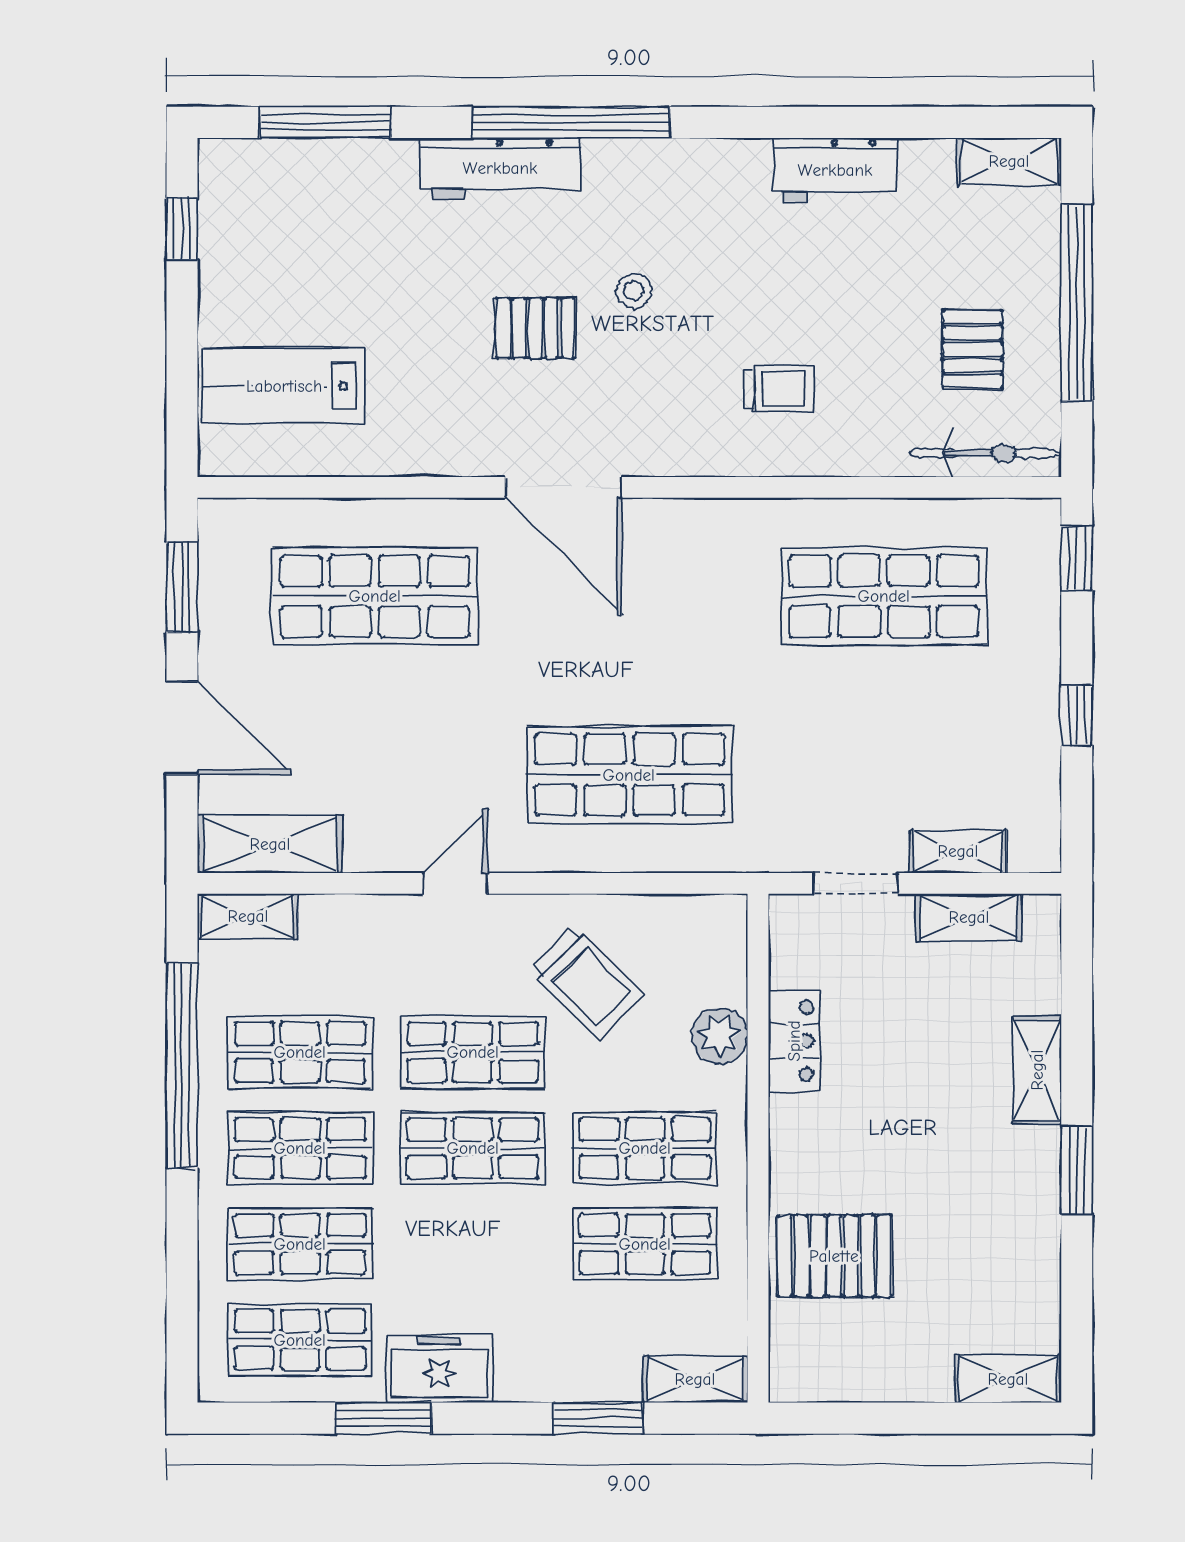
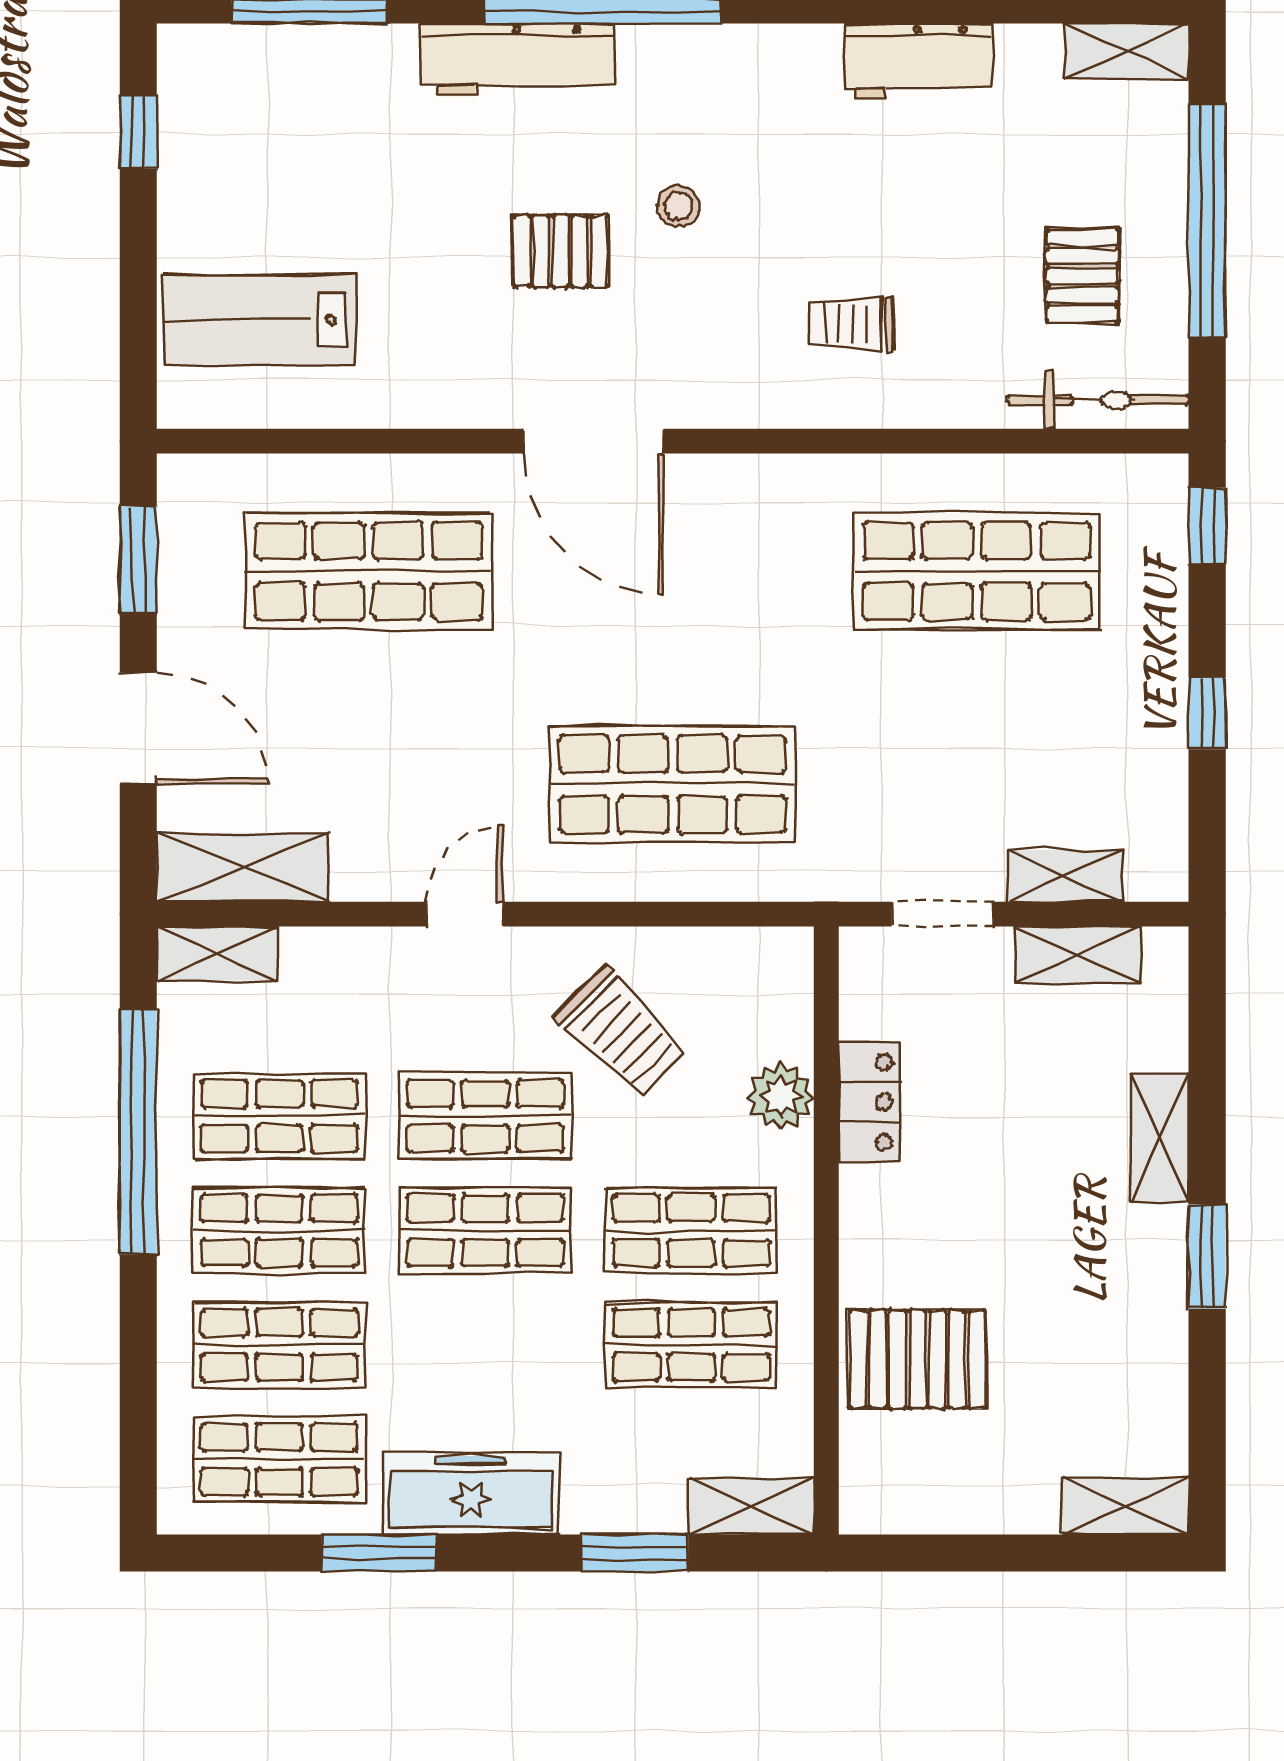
trolley: (779, 389) -> (852, 324), turned 180
freezer: (439, 1369) -> (471, 1494), width x1.40

